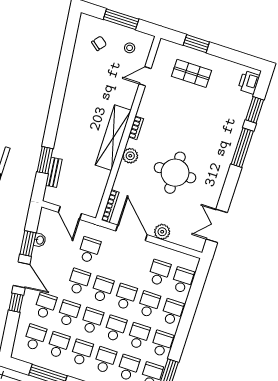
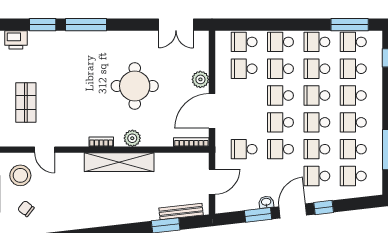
stool: (130, 48) -> (20, 175), width x1.89, depth x1.89
bench: (54, 172) -> (181, 212), width x1.36
washbasin: (40, 240) -> (266, 202), moved

